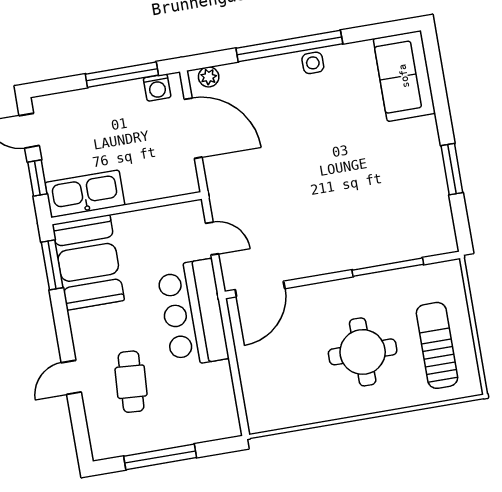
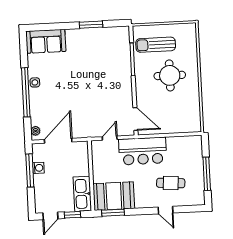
washing machine: (157, 88) -> (38, 168), moved
sun lounger: (437, 345) -> (156, 45), moved

